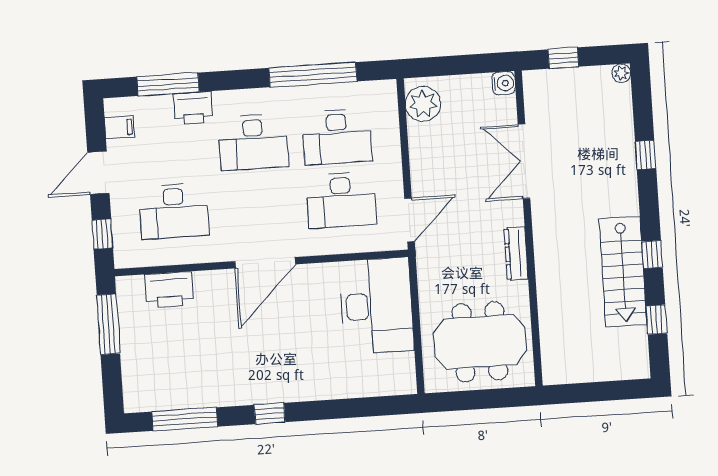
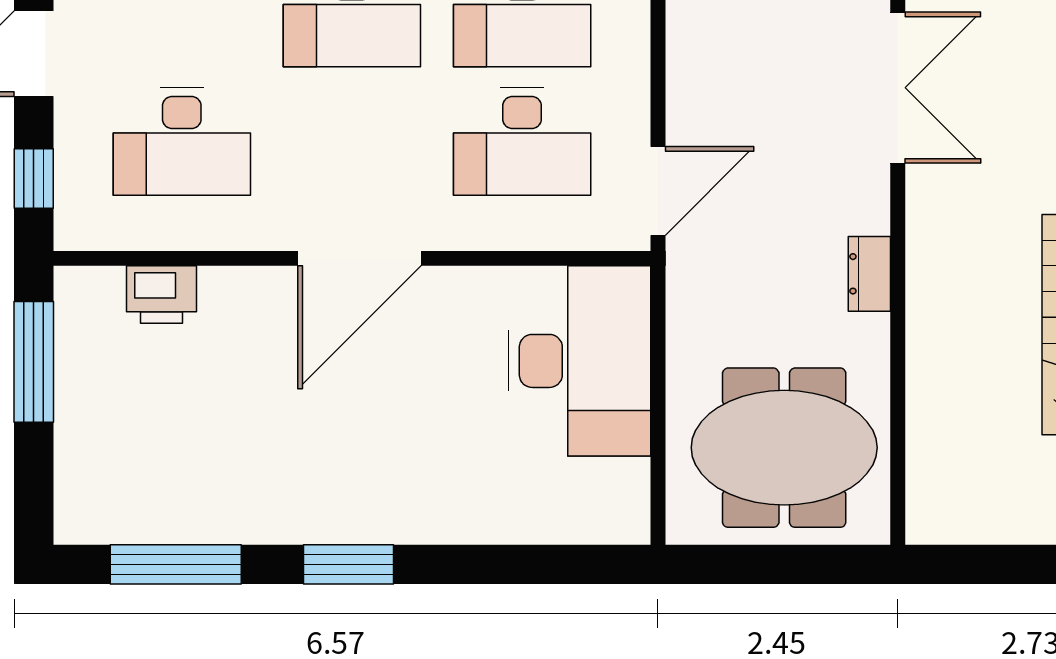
double door: (524, 161) -> (898, 88), swing flipped
dresser: (516, 254) -> (869, 274), width x0.70
printer: (169, 290) -> (161, 295), width x0.73, depth x0.84
window: (270, 413) -> (349, 564), width x1.50

